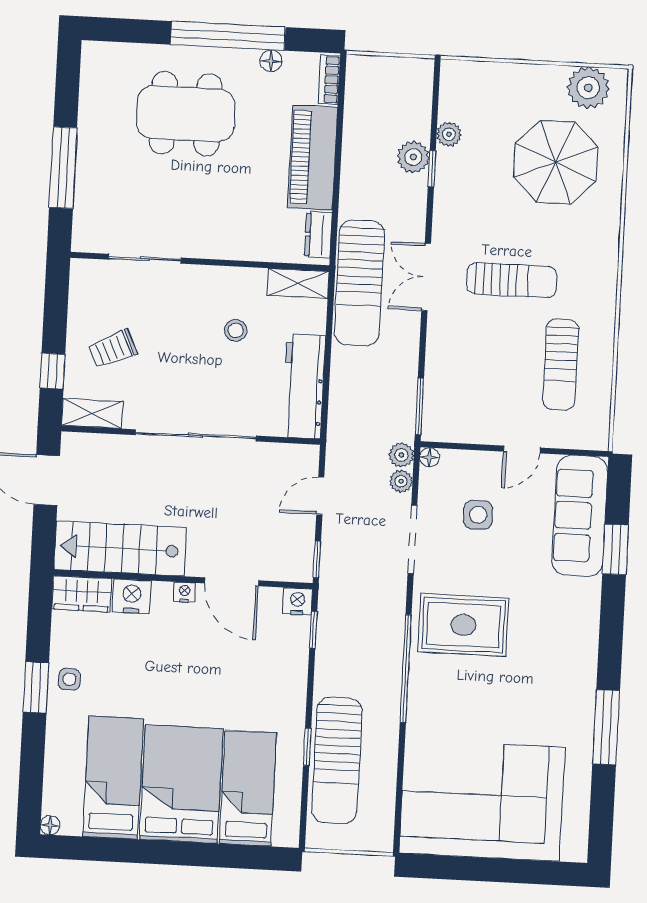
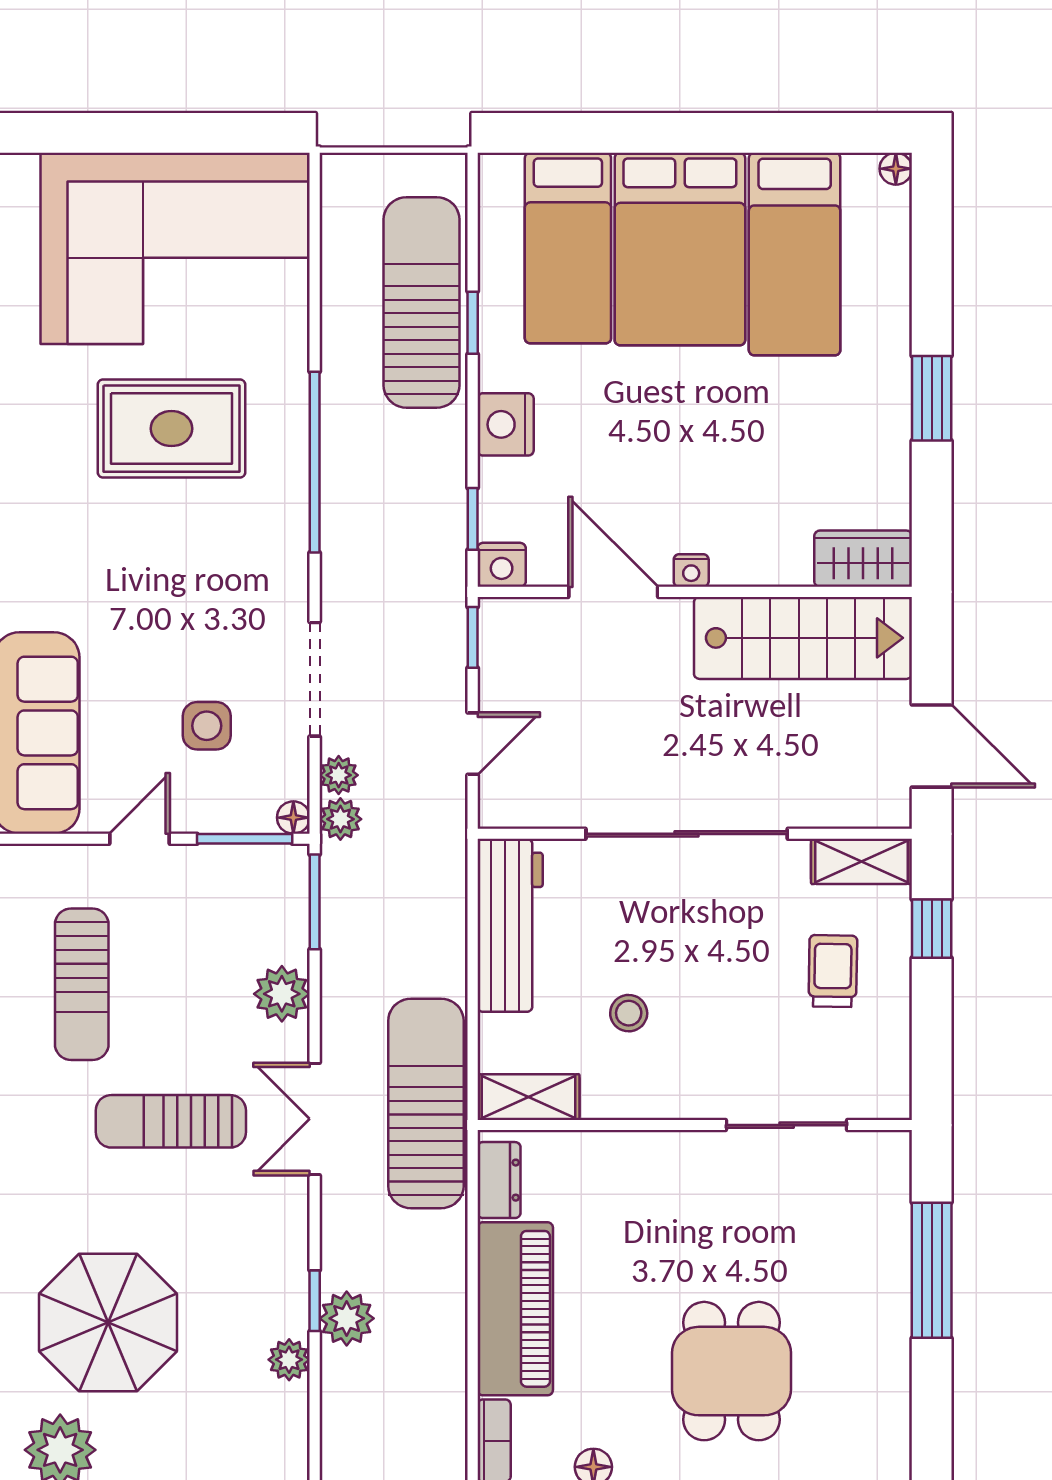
dining table: (186, 114) -> (731, 1371), width x0.73
double door: (426, 277) -> (315, 1119), swing flipped
trolley: (113, 349) -> (833, 971), turned -64
plant: (442, 353) -> (282, 994), added
sun lounger: (561, 365) -> (82, 984), turned 180
window: (459, 446) -> (245, 839), added
nightstand: (132, 596) -> (506, 424), moved, turned 90
rug: (463, 625) -> (171, 429), moved
side table: (69, 679) -> (876, 415), removed

